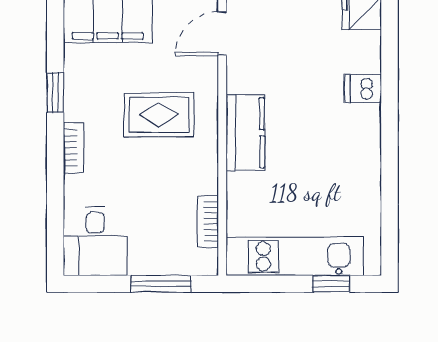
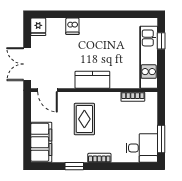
window: (161, 284) -> (161, 139), moved

